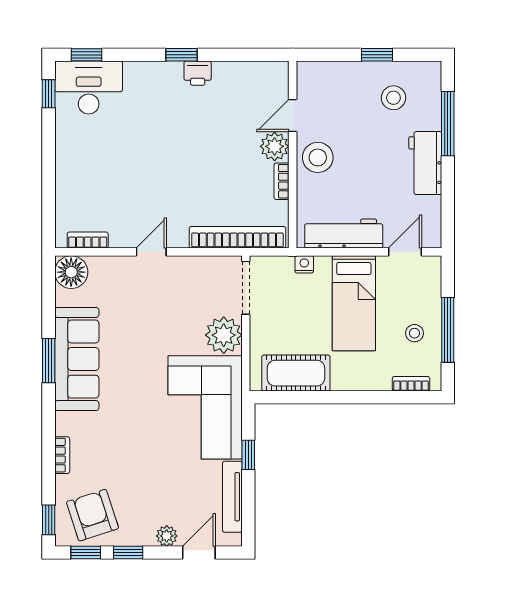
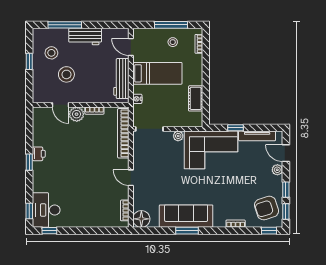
stool: (318, 157) -> (66, 74), moved
plant: (224, 335) -> (178, 136), width x0.53, depth x0.53
cot: (296, 373) -> (196, 98), width x0.73, depth x0.75

